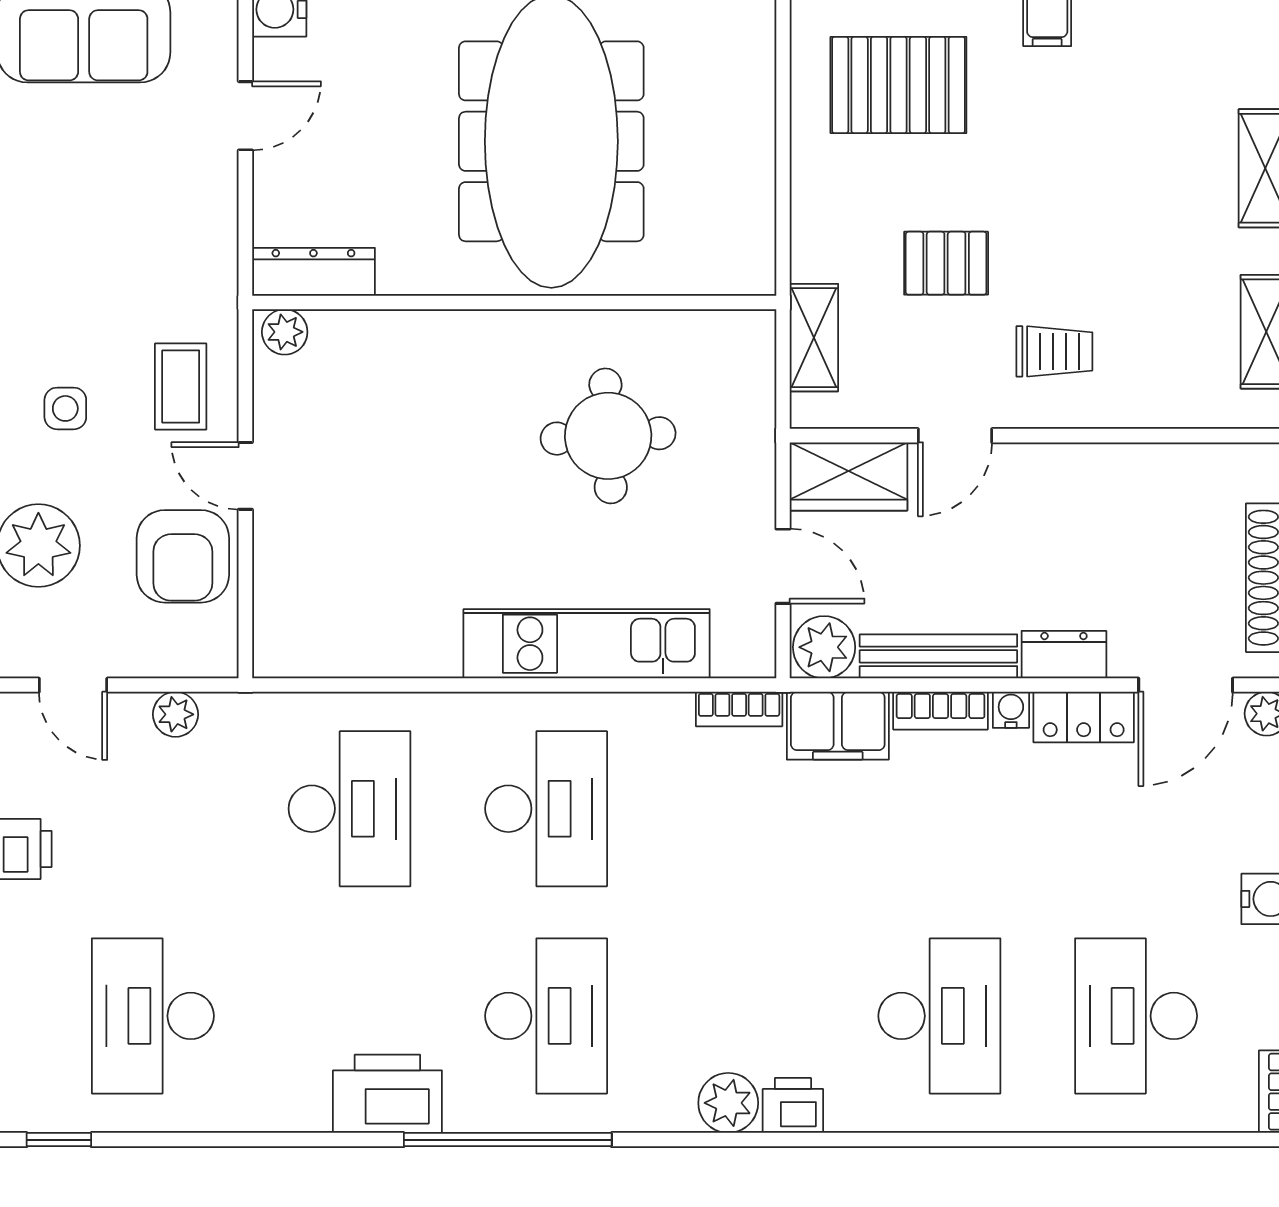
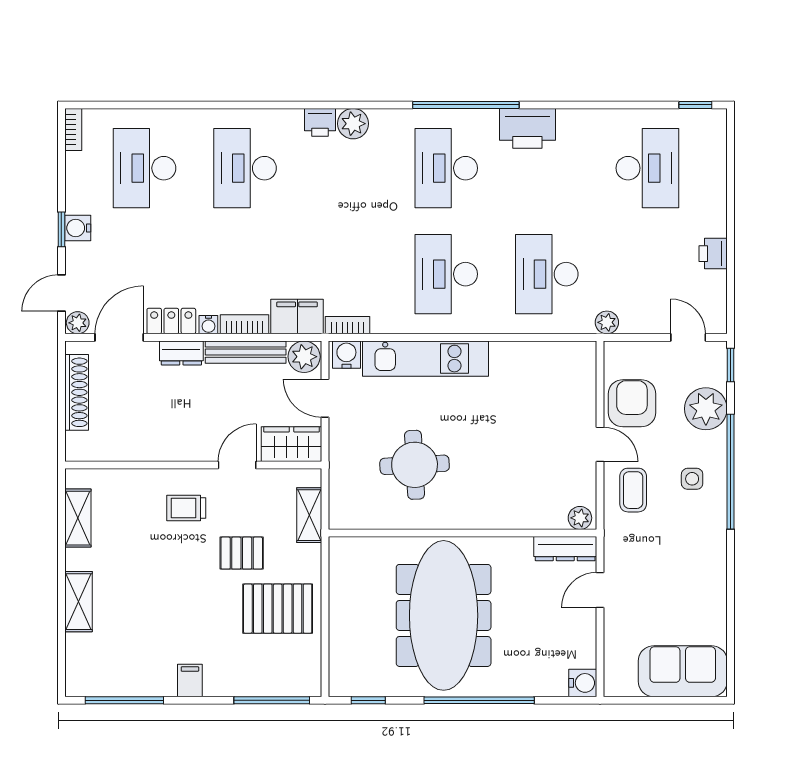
pallet: (898, 85) -> (278, 609), moved
door: (245, 116) -> (600, 590), moved
water cooler: (741, 651) -> (346, 355), added
plant: (175, 714) -> (607, 322), moved
desk: (1136, 1016) -> (144, 168), turned 180

